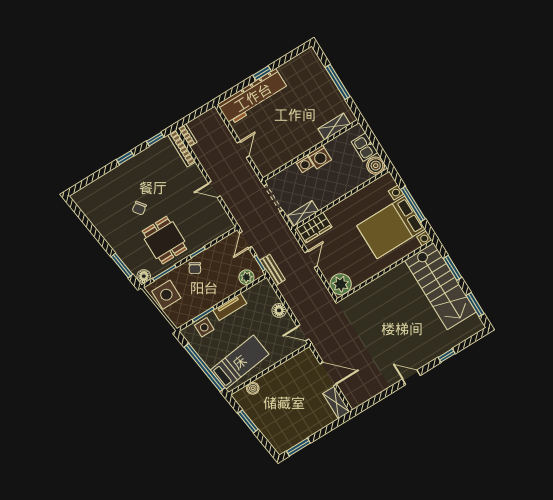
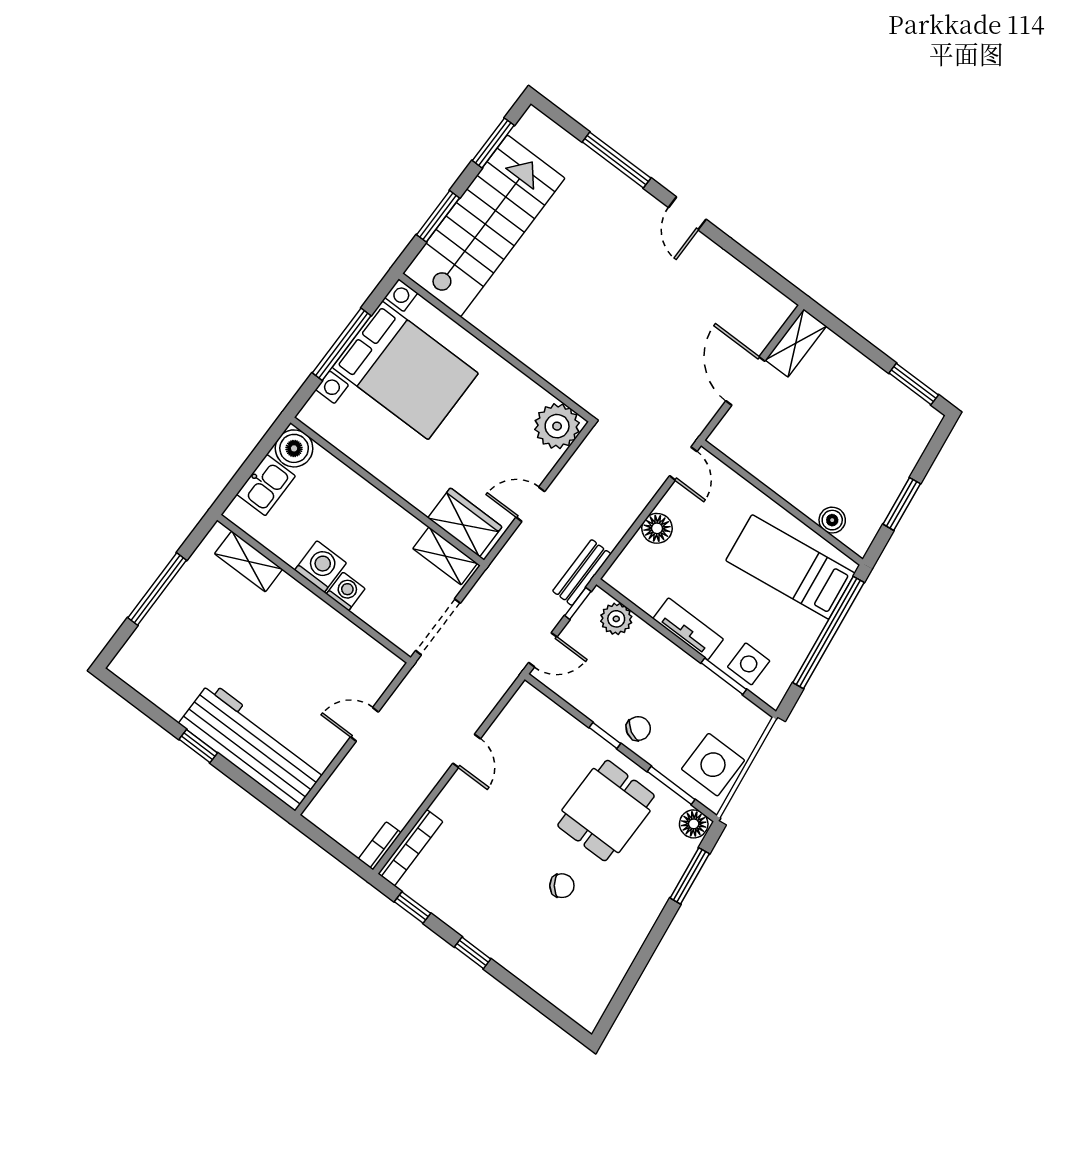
window: (447, 355) -> (617, 160), width x2.17

